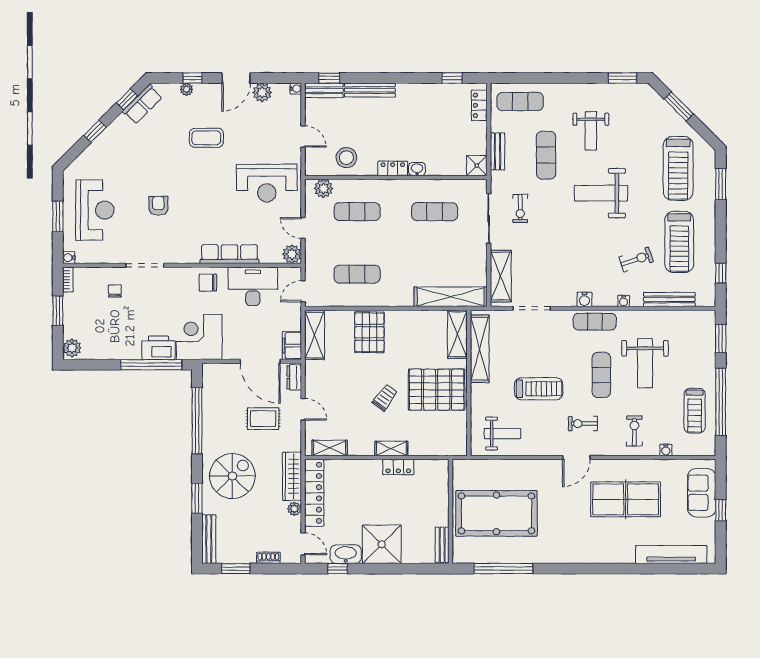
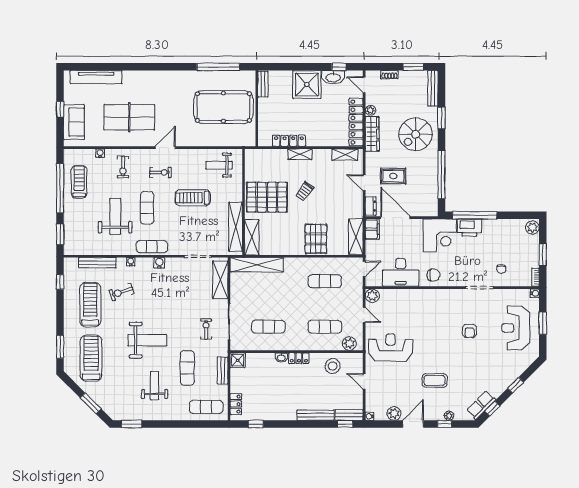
row of seats: (229, 254) -> (418, 296), removed
locker: (398, 467) -> (289, 141), width x1.53

